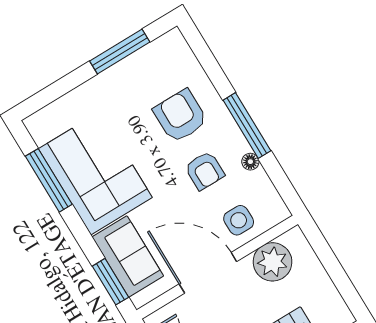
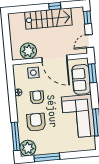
plant: (171, 51) -> (28, 148), added
armchair: (180, 116) -> (36, 122), turned 180
window: (247, 126) -> (16, 136), moved

